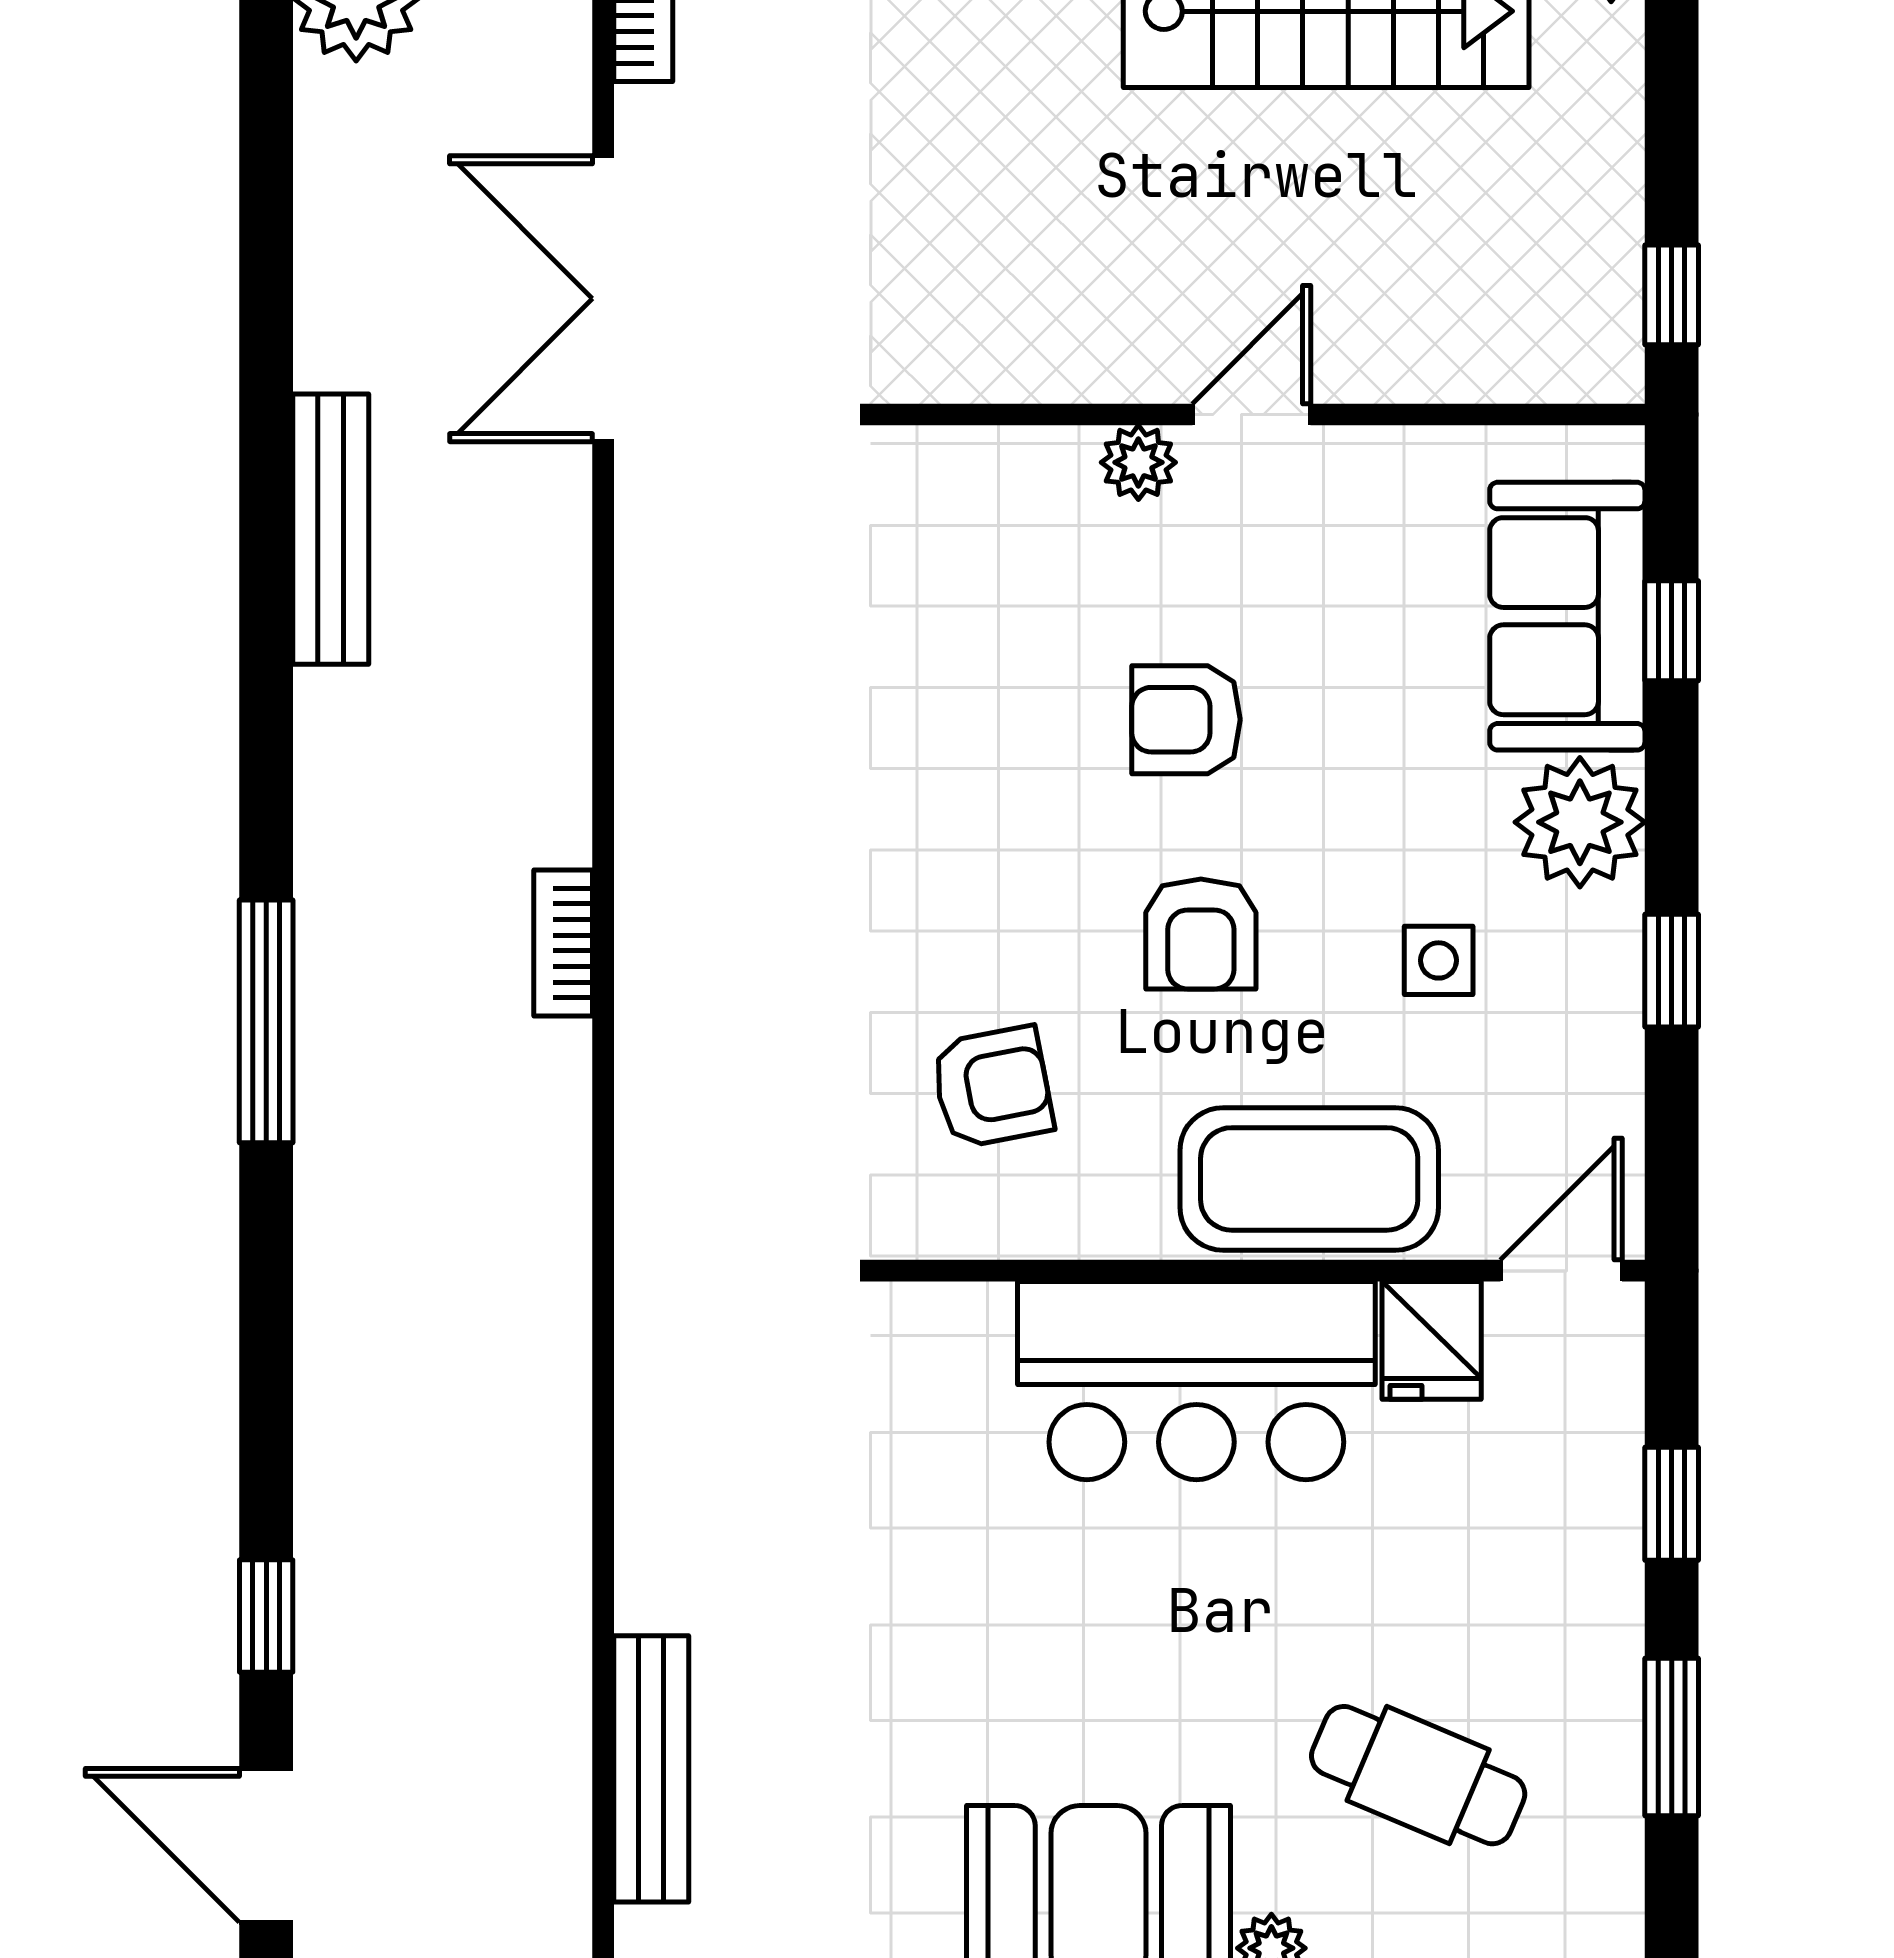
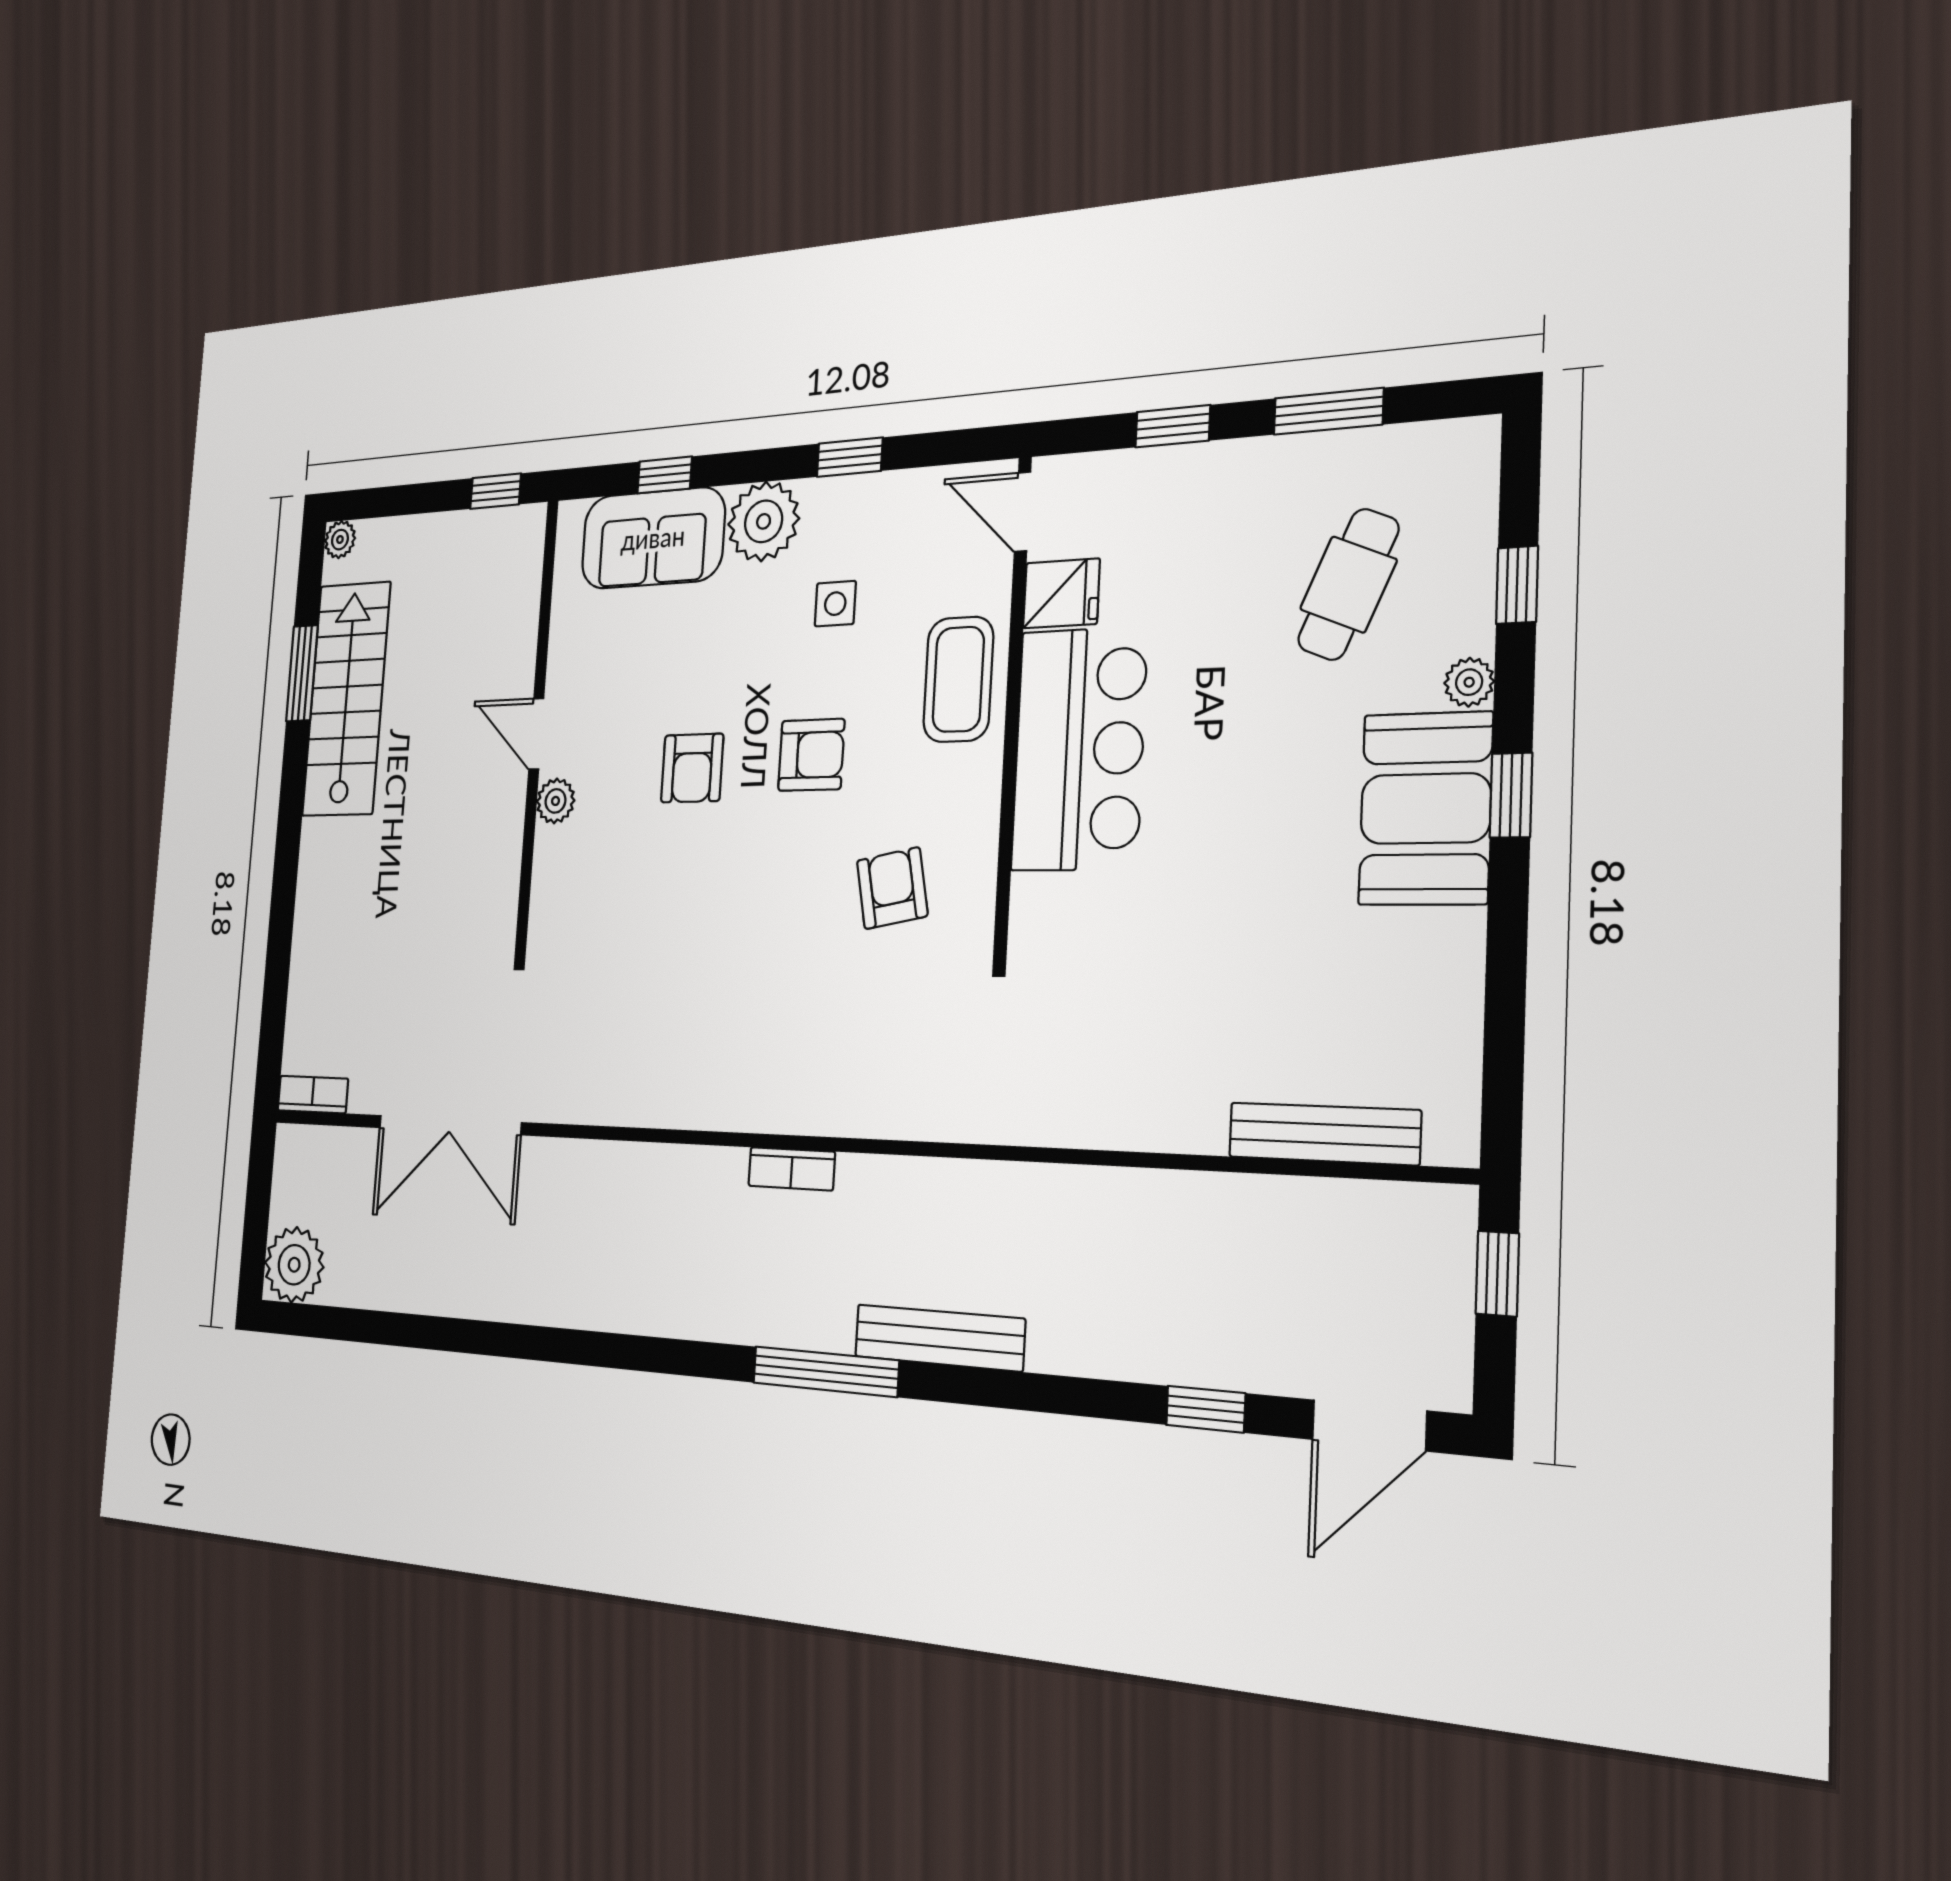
bench: (331, 529) -> (939, 1338), moved
coffee table: (1309, 1179) -> (958, 679), width x0.73, depth x0.76

